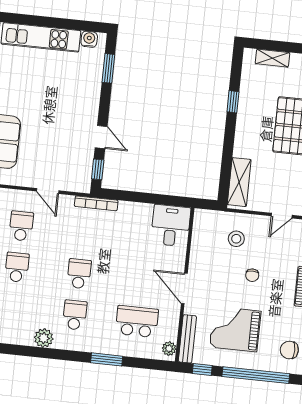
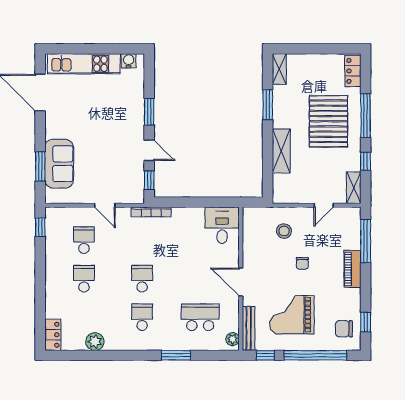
shelving: (272, 58) -> (279, 69), moved, turned 90
window: (108, 68) -> (149, 112), moved
window: (233, 102) -> (268, 105), width x1.50
shelving: (239, 182) -> (281, 151), moved
plant: (44, 338) -> (95, 342), moved

